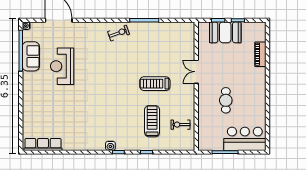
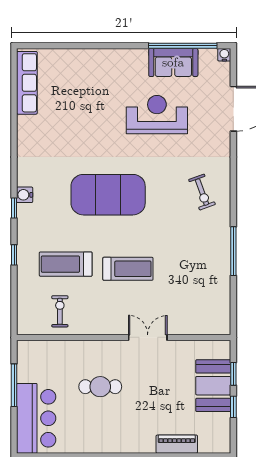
exercise bike: (119, 33) -> (202, 192), moved
treadmill: (155, 84) -> (128, 269), turned 90
exercise mat: (110, 96) -> (108, 195), added
treadmill: (152, 121) -> (66, 264), turned 180

